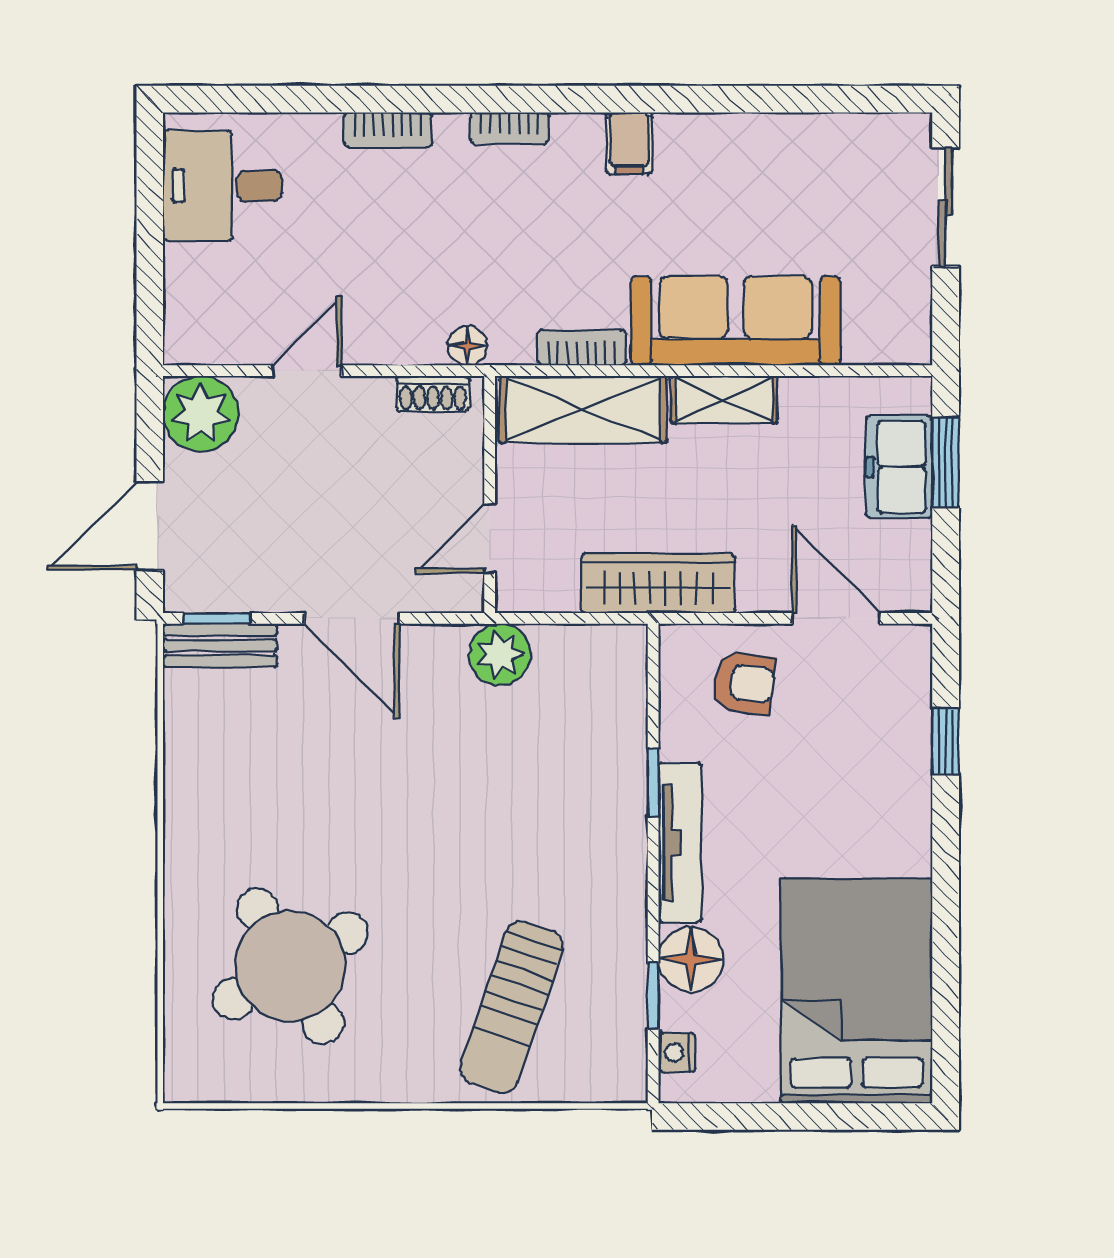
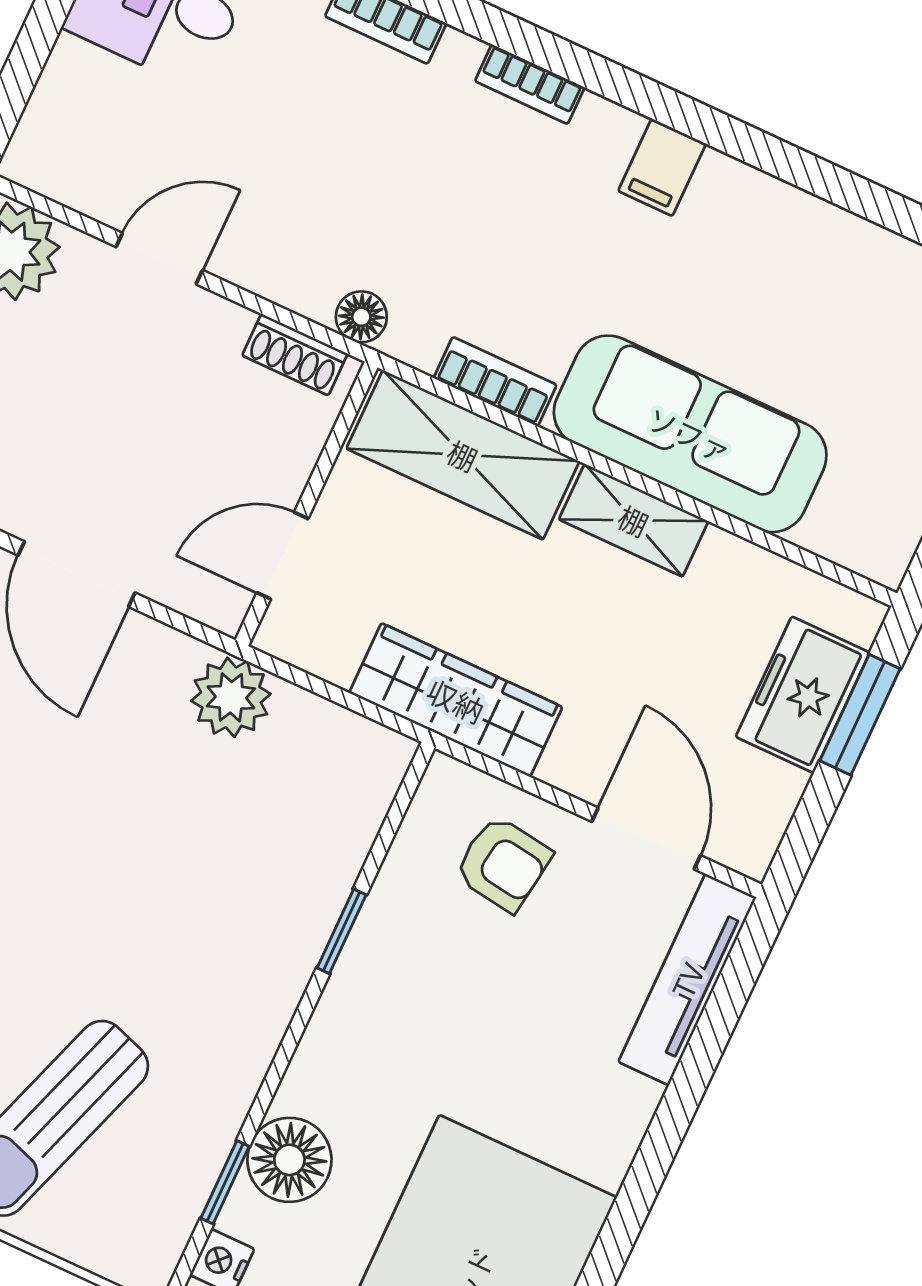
window: (946, 741) -> (708, 1043), removed
tv unit: (680, 842) -> (687, 980), moved, turned 180

